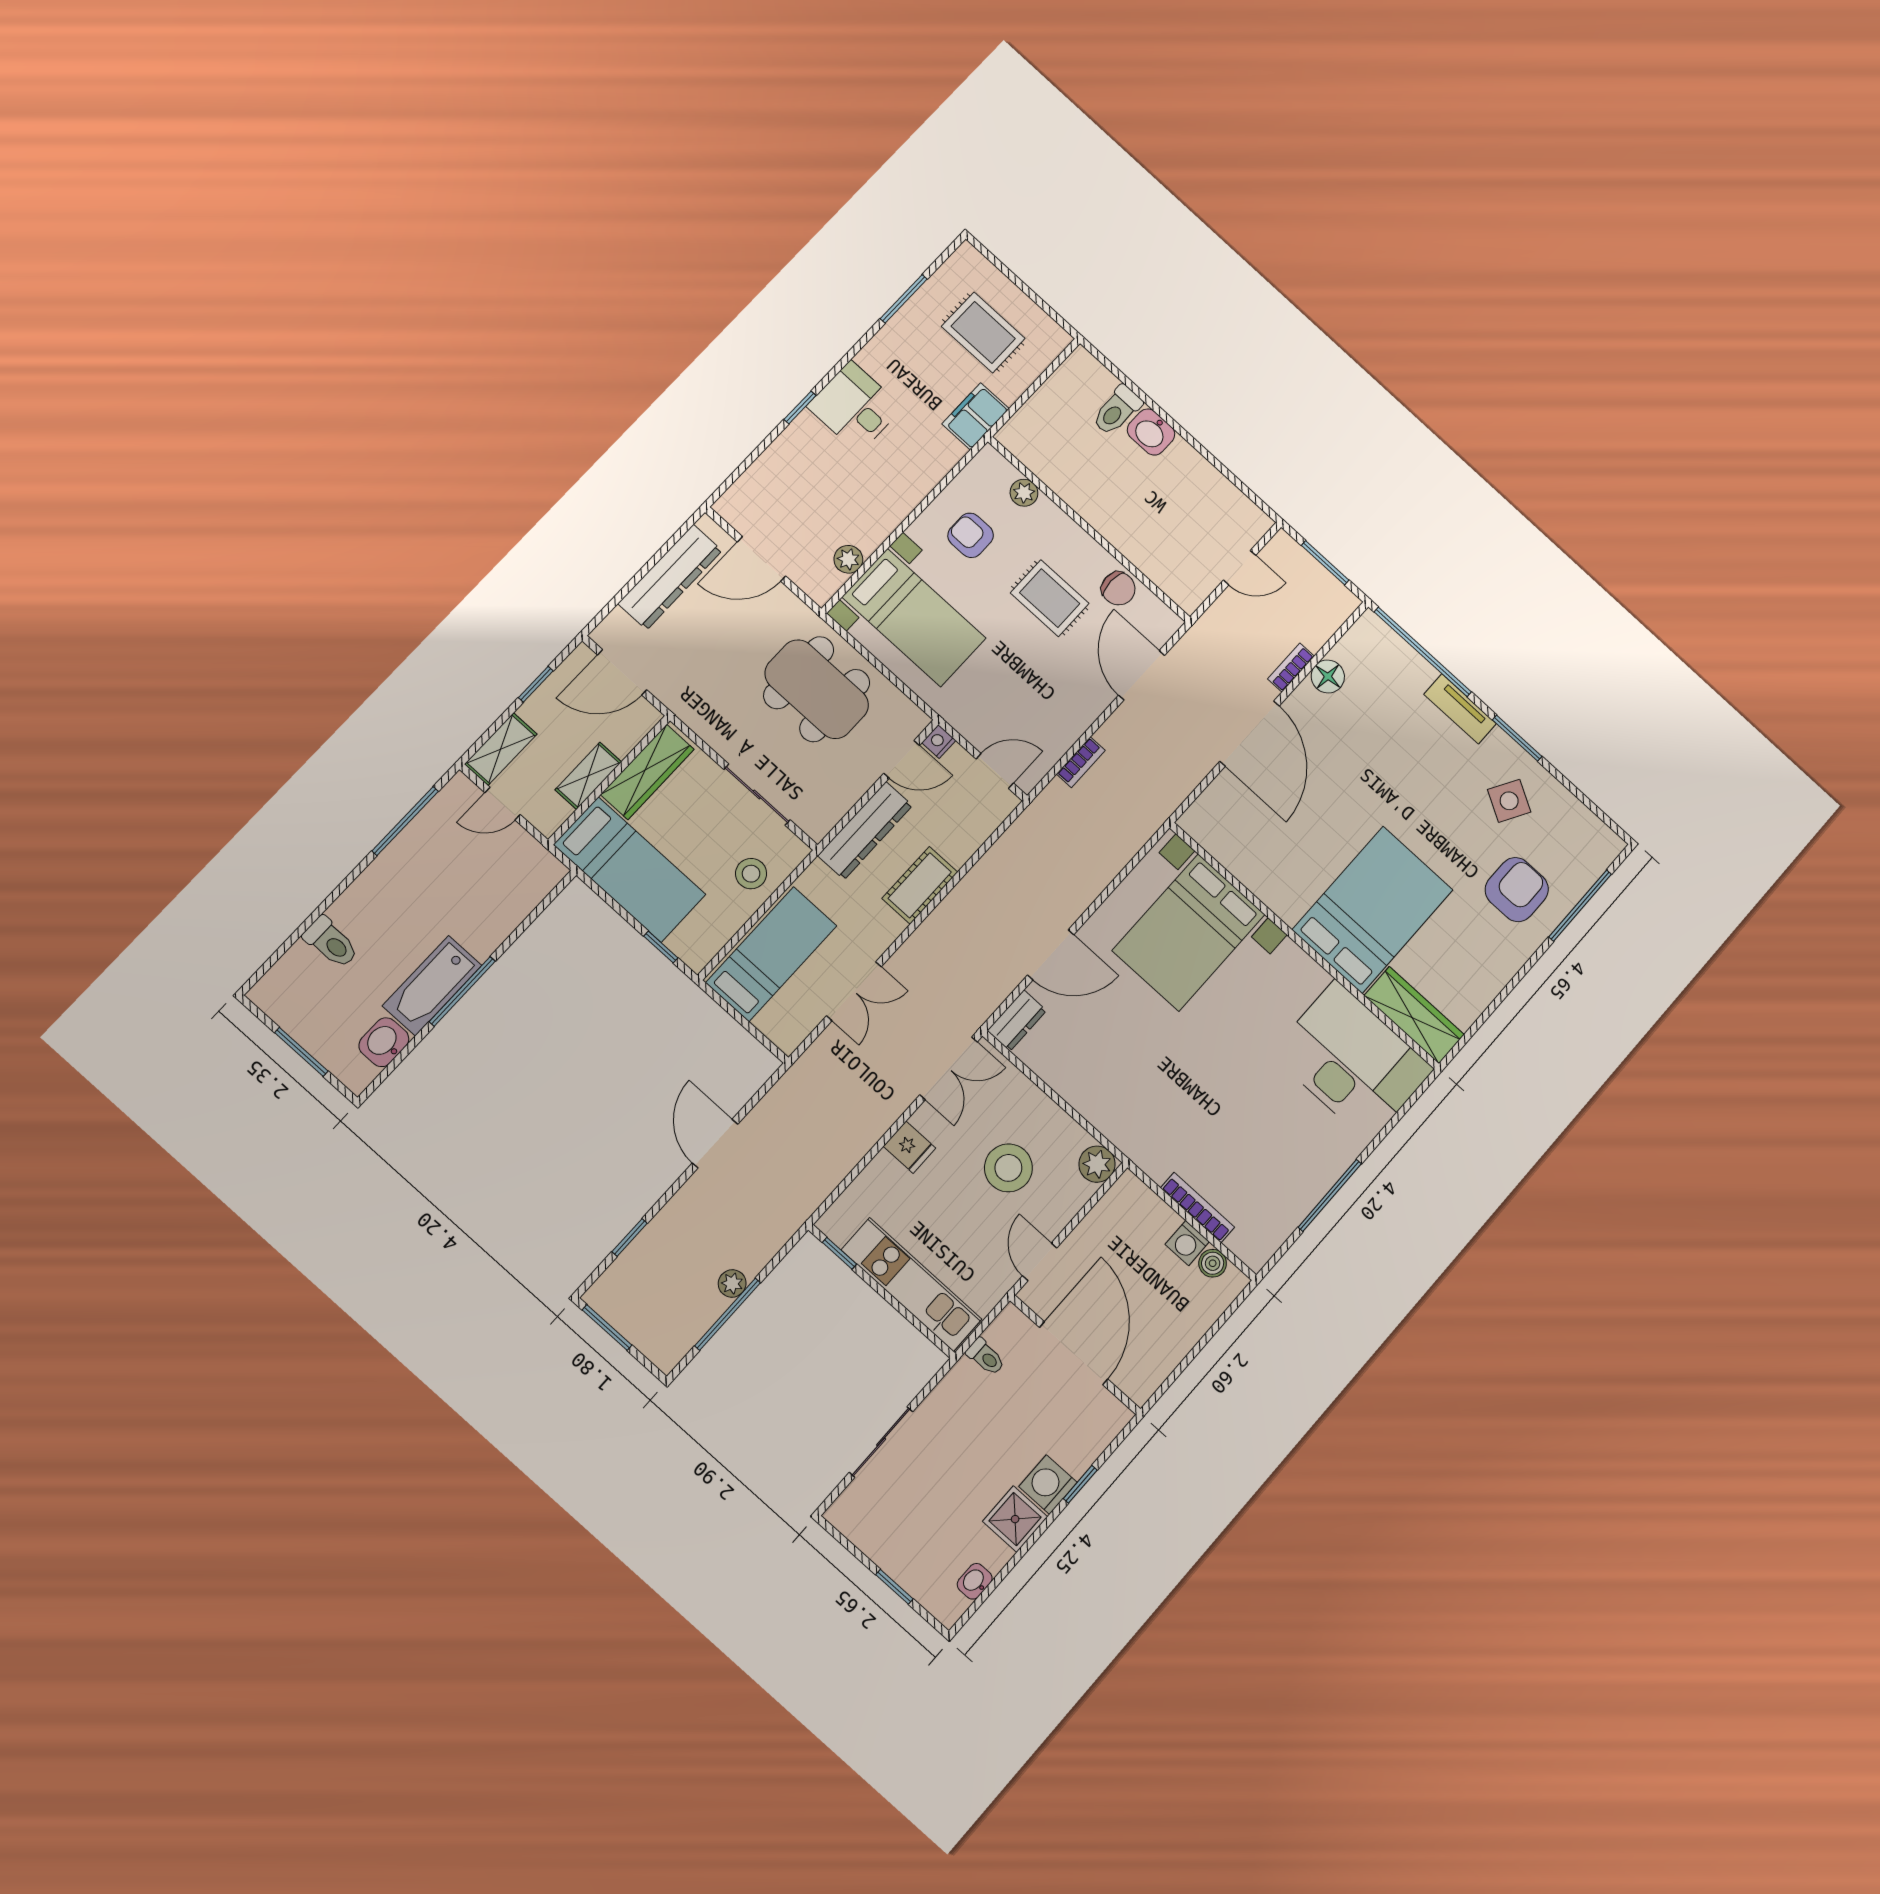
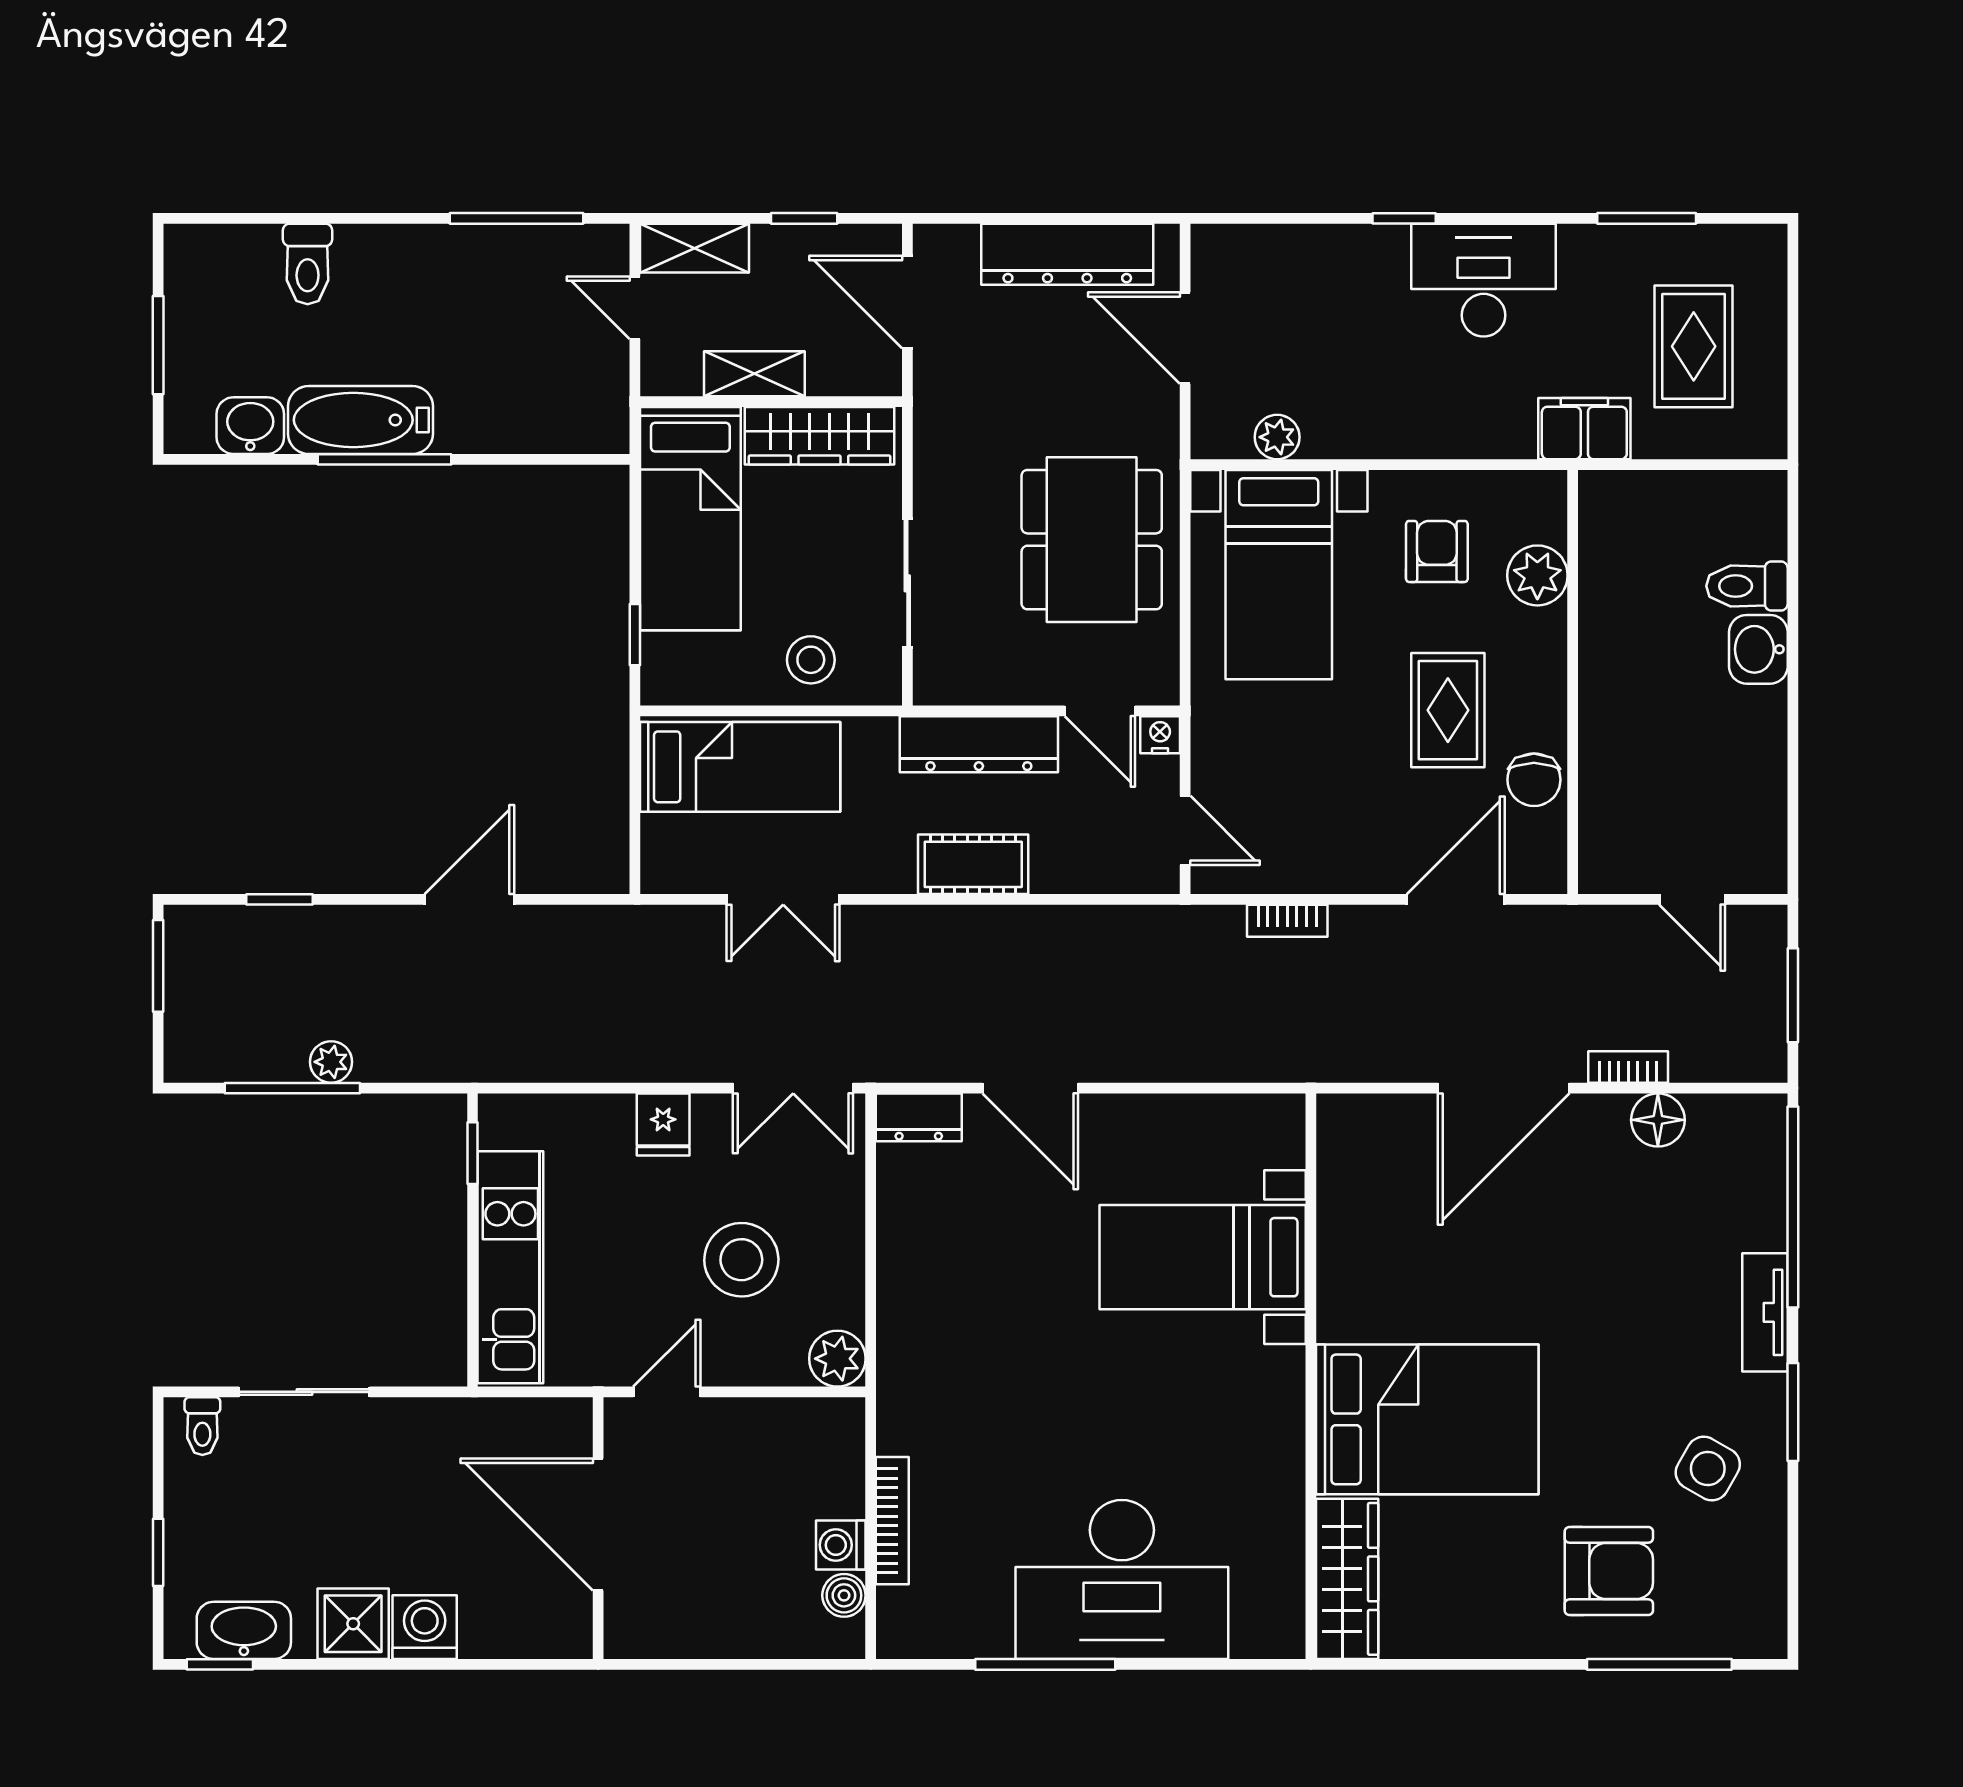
desk: (855, 407) -> (1484, 280), width x1.37
plant: (1024, 493) -> (1537, 575), width x1.38, depth x1.38
bed with nightstands: (1189, 932) -> (1203, 1257), width x0.73
desk: (1352, 1061) -> (1122, 1579), moved, turned 90
door: (1074, 1353) -> (598, 1524), swing flipped
toilet: (986, 1357) -> (202, 1426), moved
window: (1080, 1484) -> (220, 1664), moved
washbasin: (975, 1581) -> (244, 1630), width x1.91, depth x1.45

